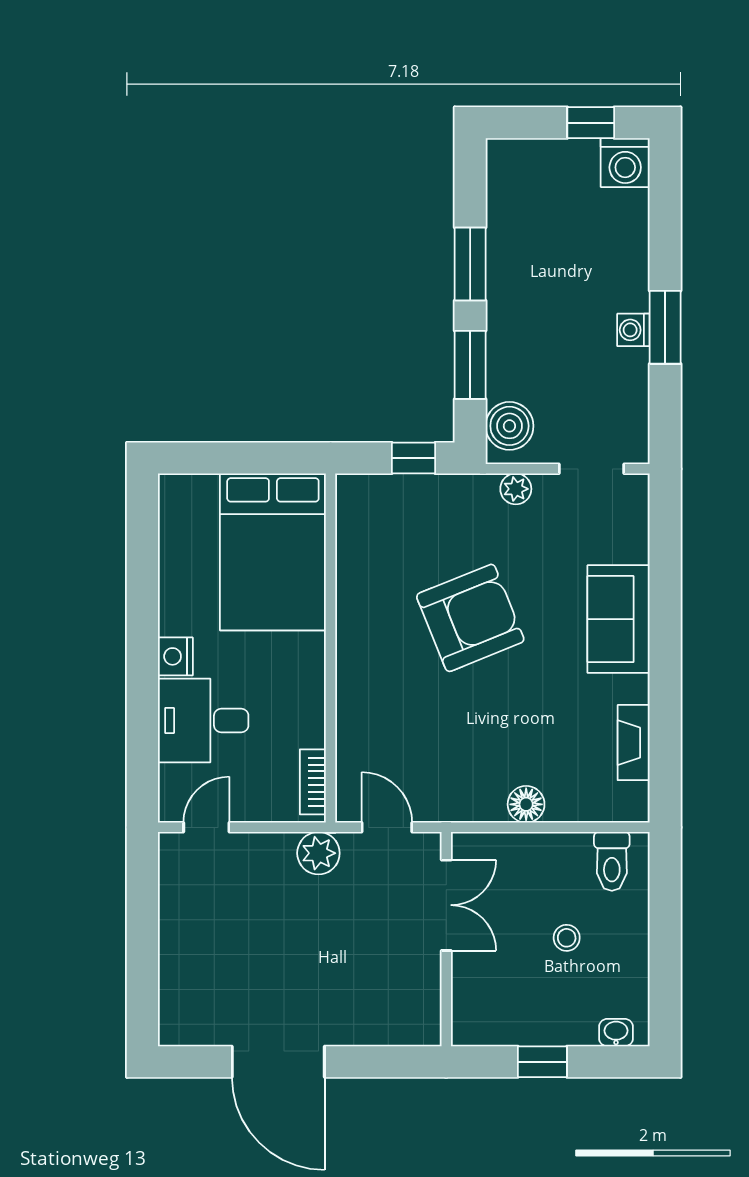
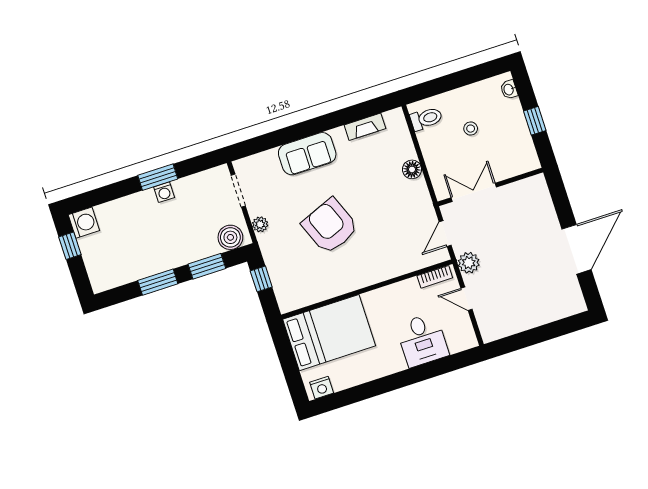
nightstand: (175, 656) -> (322, 388), moved
door: (206, 827) -> (466, 299), moved

